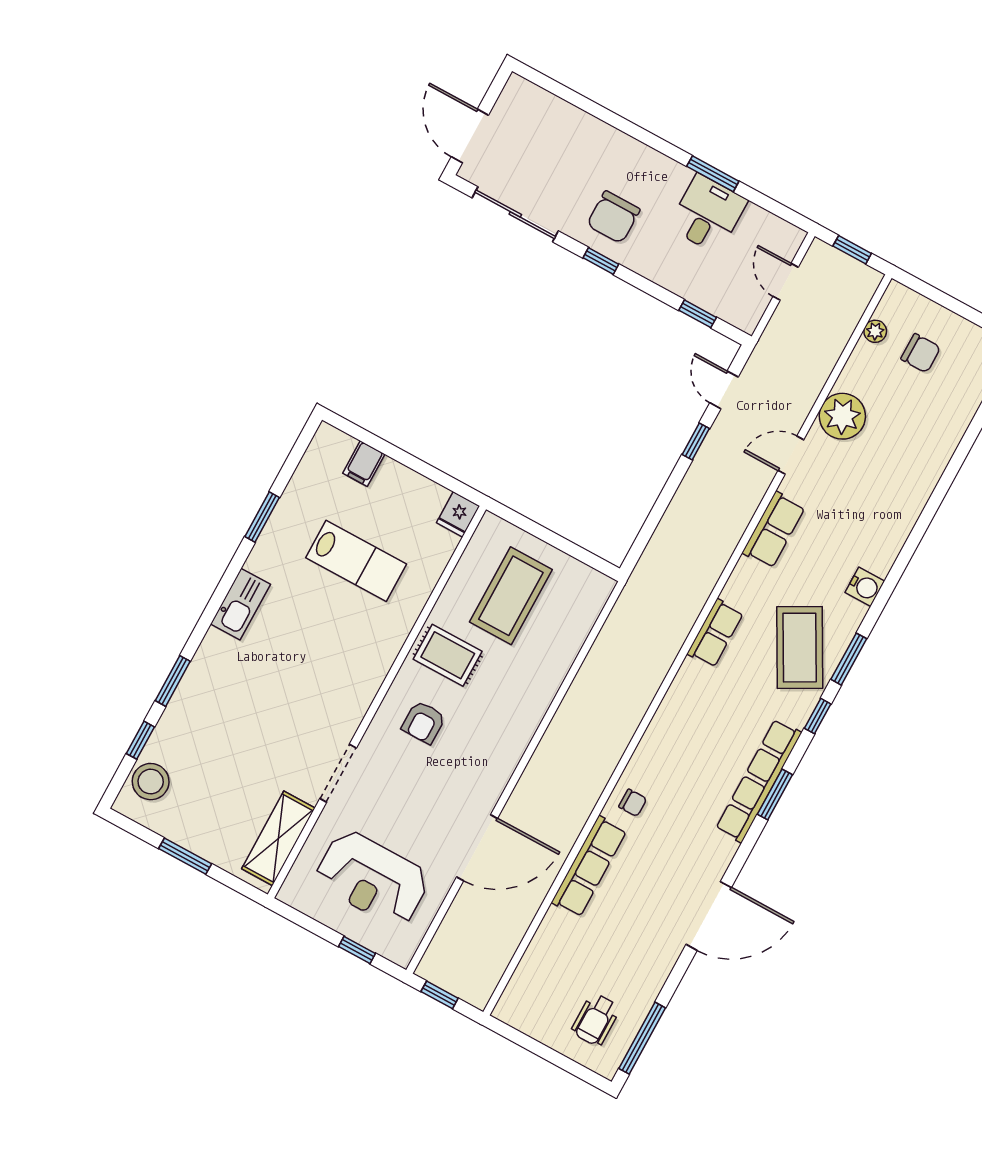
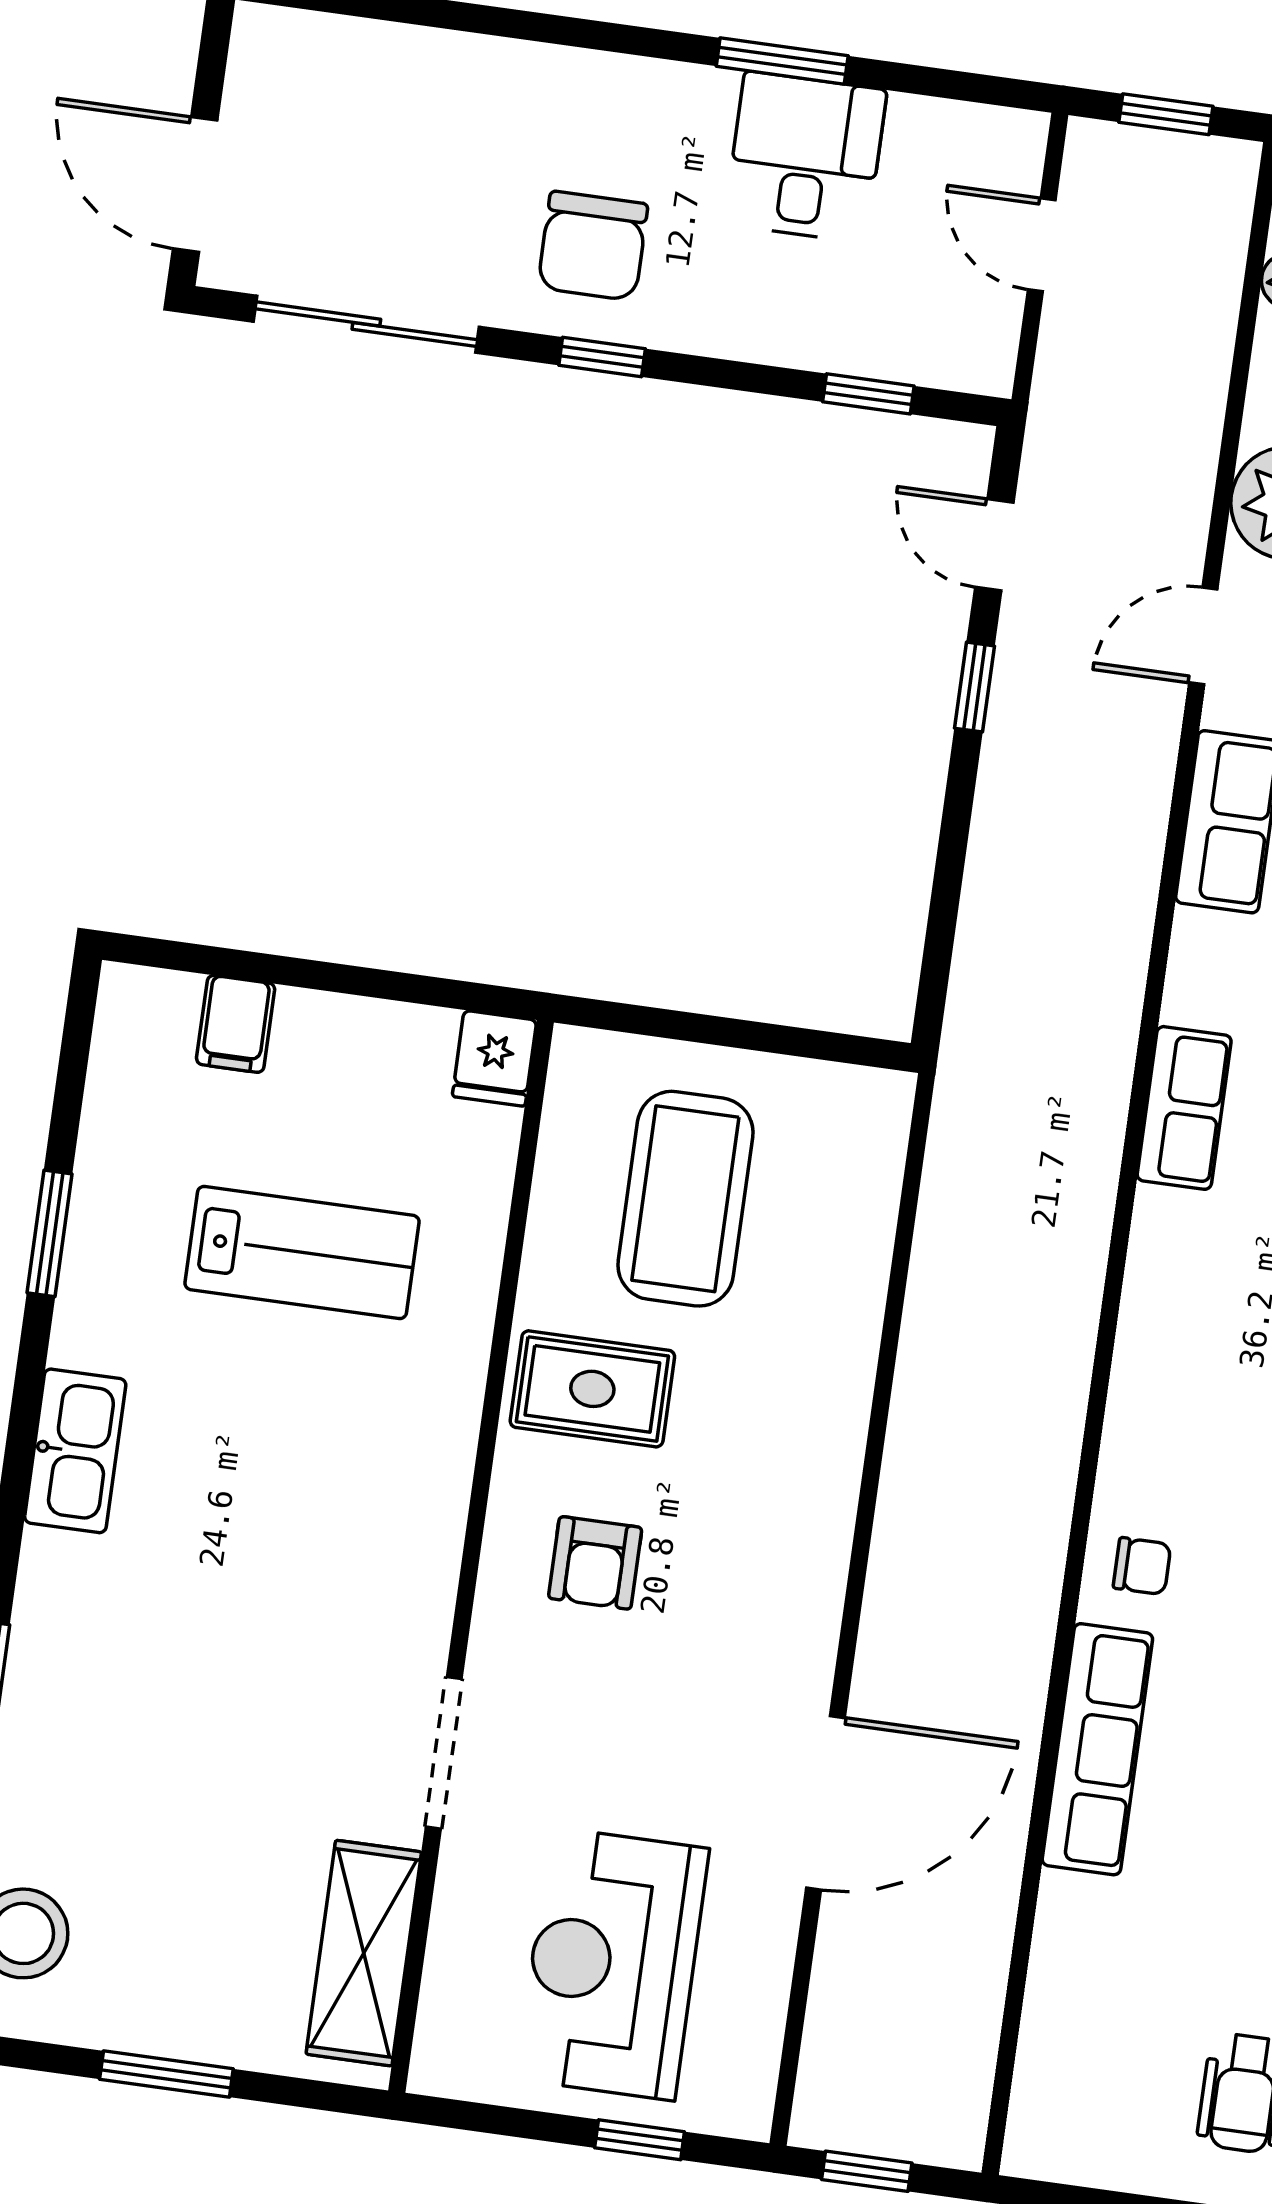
reception desk: (372, 879) -> (613, 1964), turned 90

